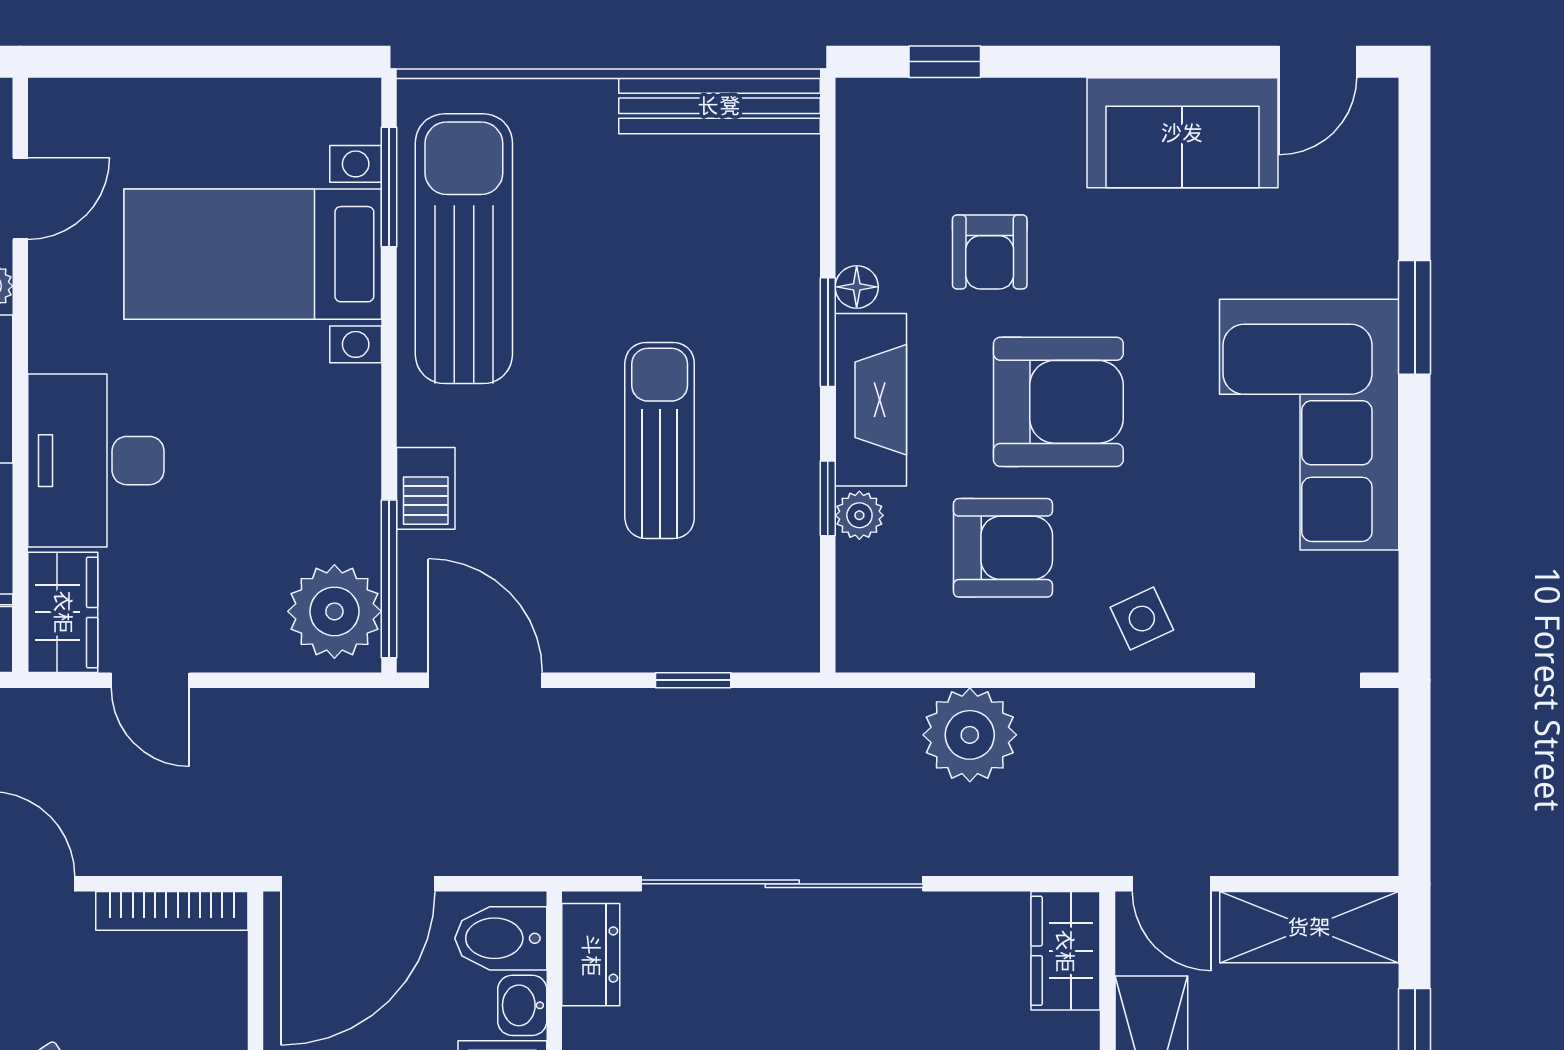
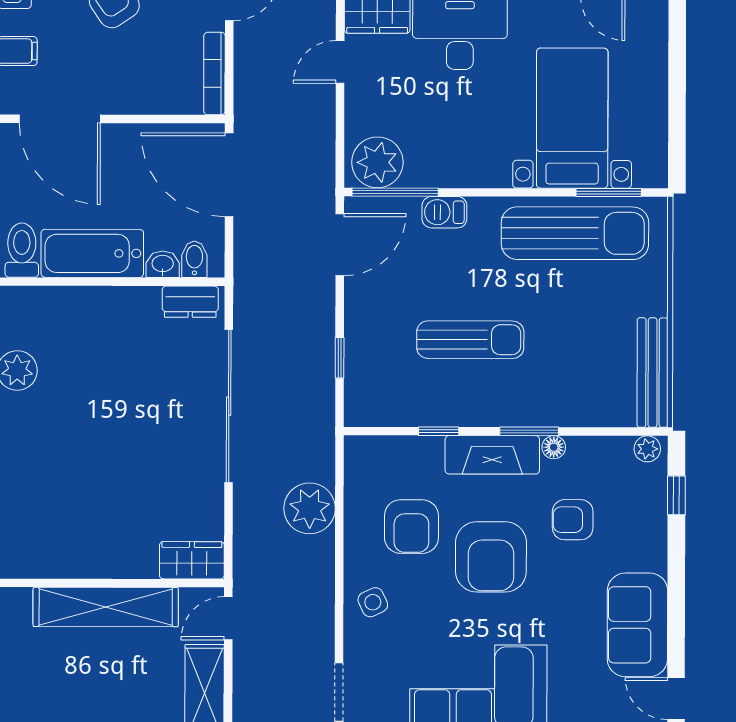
plant: (859, 515) -> (647, 449), moved
bidet: (501, 938) -> (194, 259), width x0.72, depth x0.74

